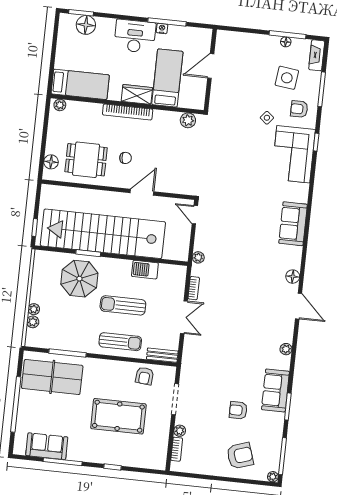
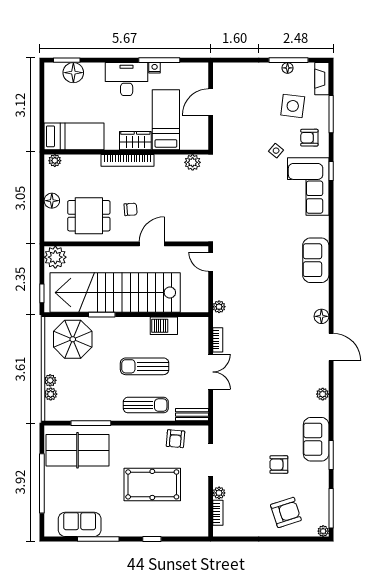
floor lamp: (51, 162) -> (52, 201), moved
plant: (51, 195) -> (55, 257), added
parasol: (79, 279) -> (73, 339), moved

